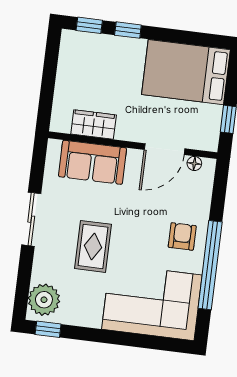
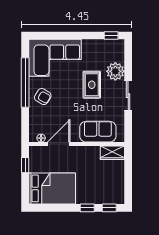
wardrobe: (94, 125) -> (112, 153), moved
armchair: (182, 236) -> (43, 97), turned -60
plant: (44, 300) -> (115, 71), moved

